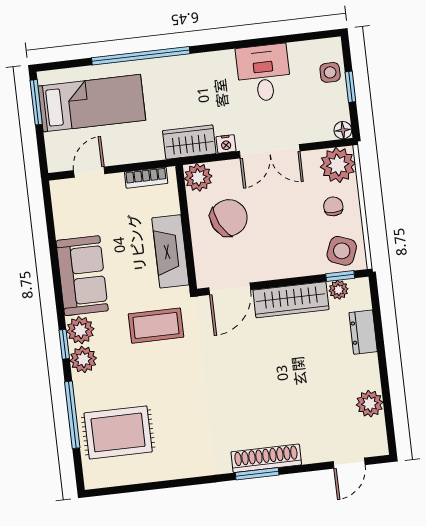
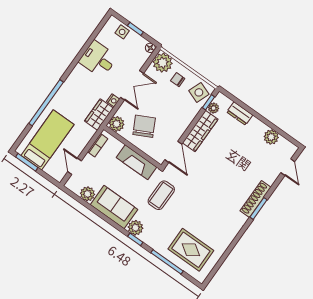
plant: (83, 359) -> (87, 194), moved
rug: (118, 432) -> (191, 250), turned 90

